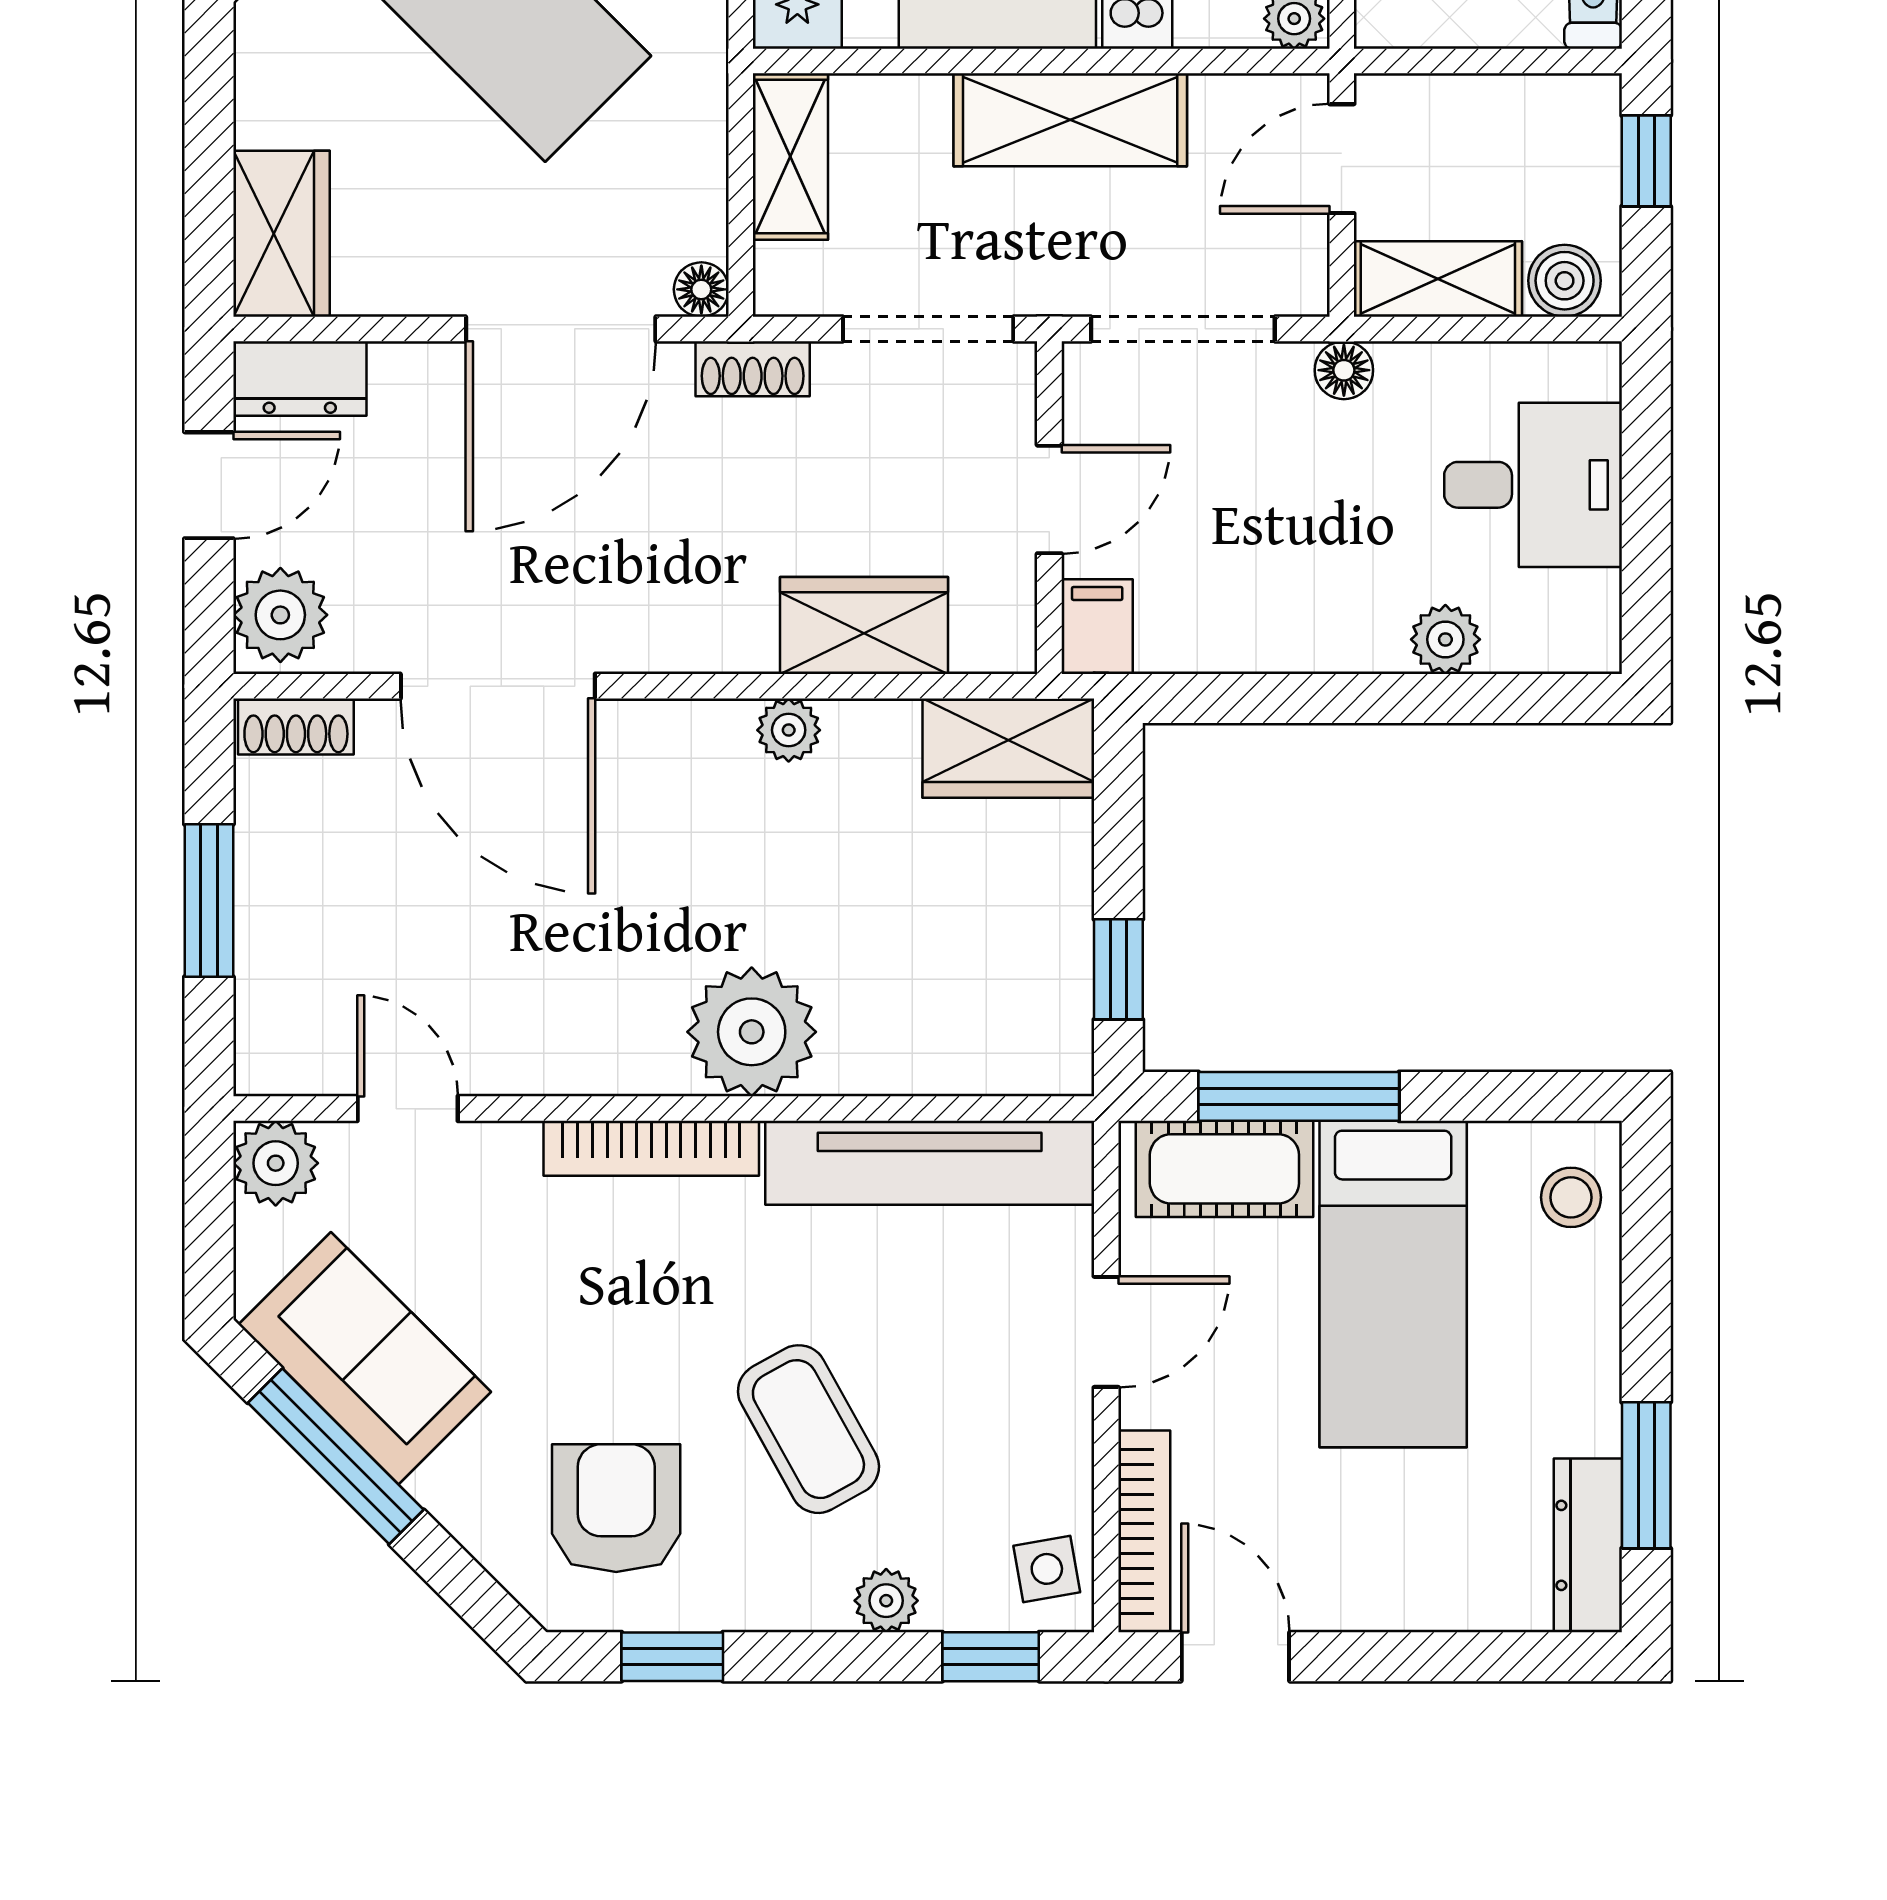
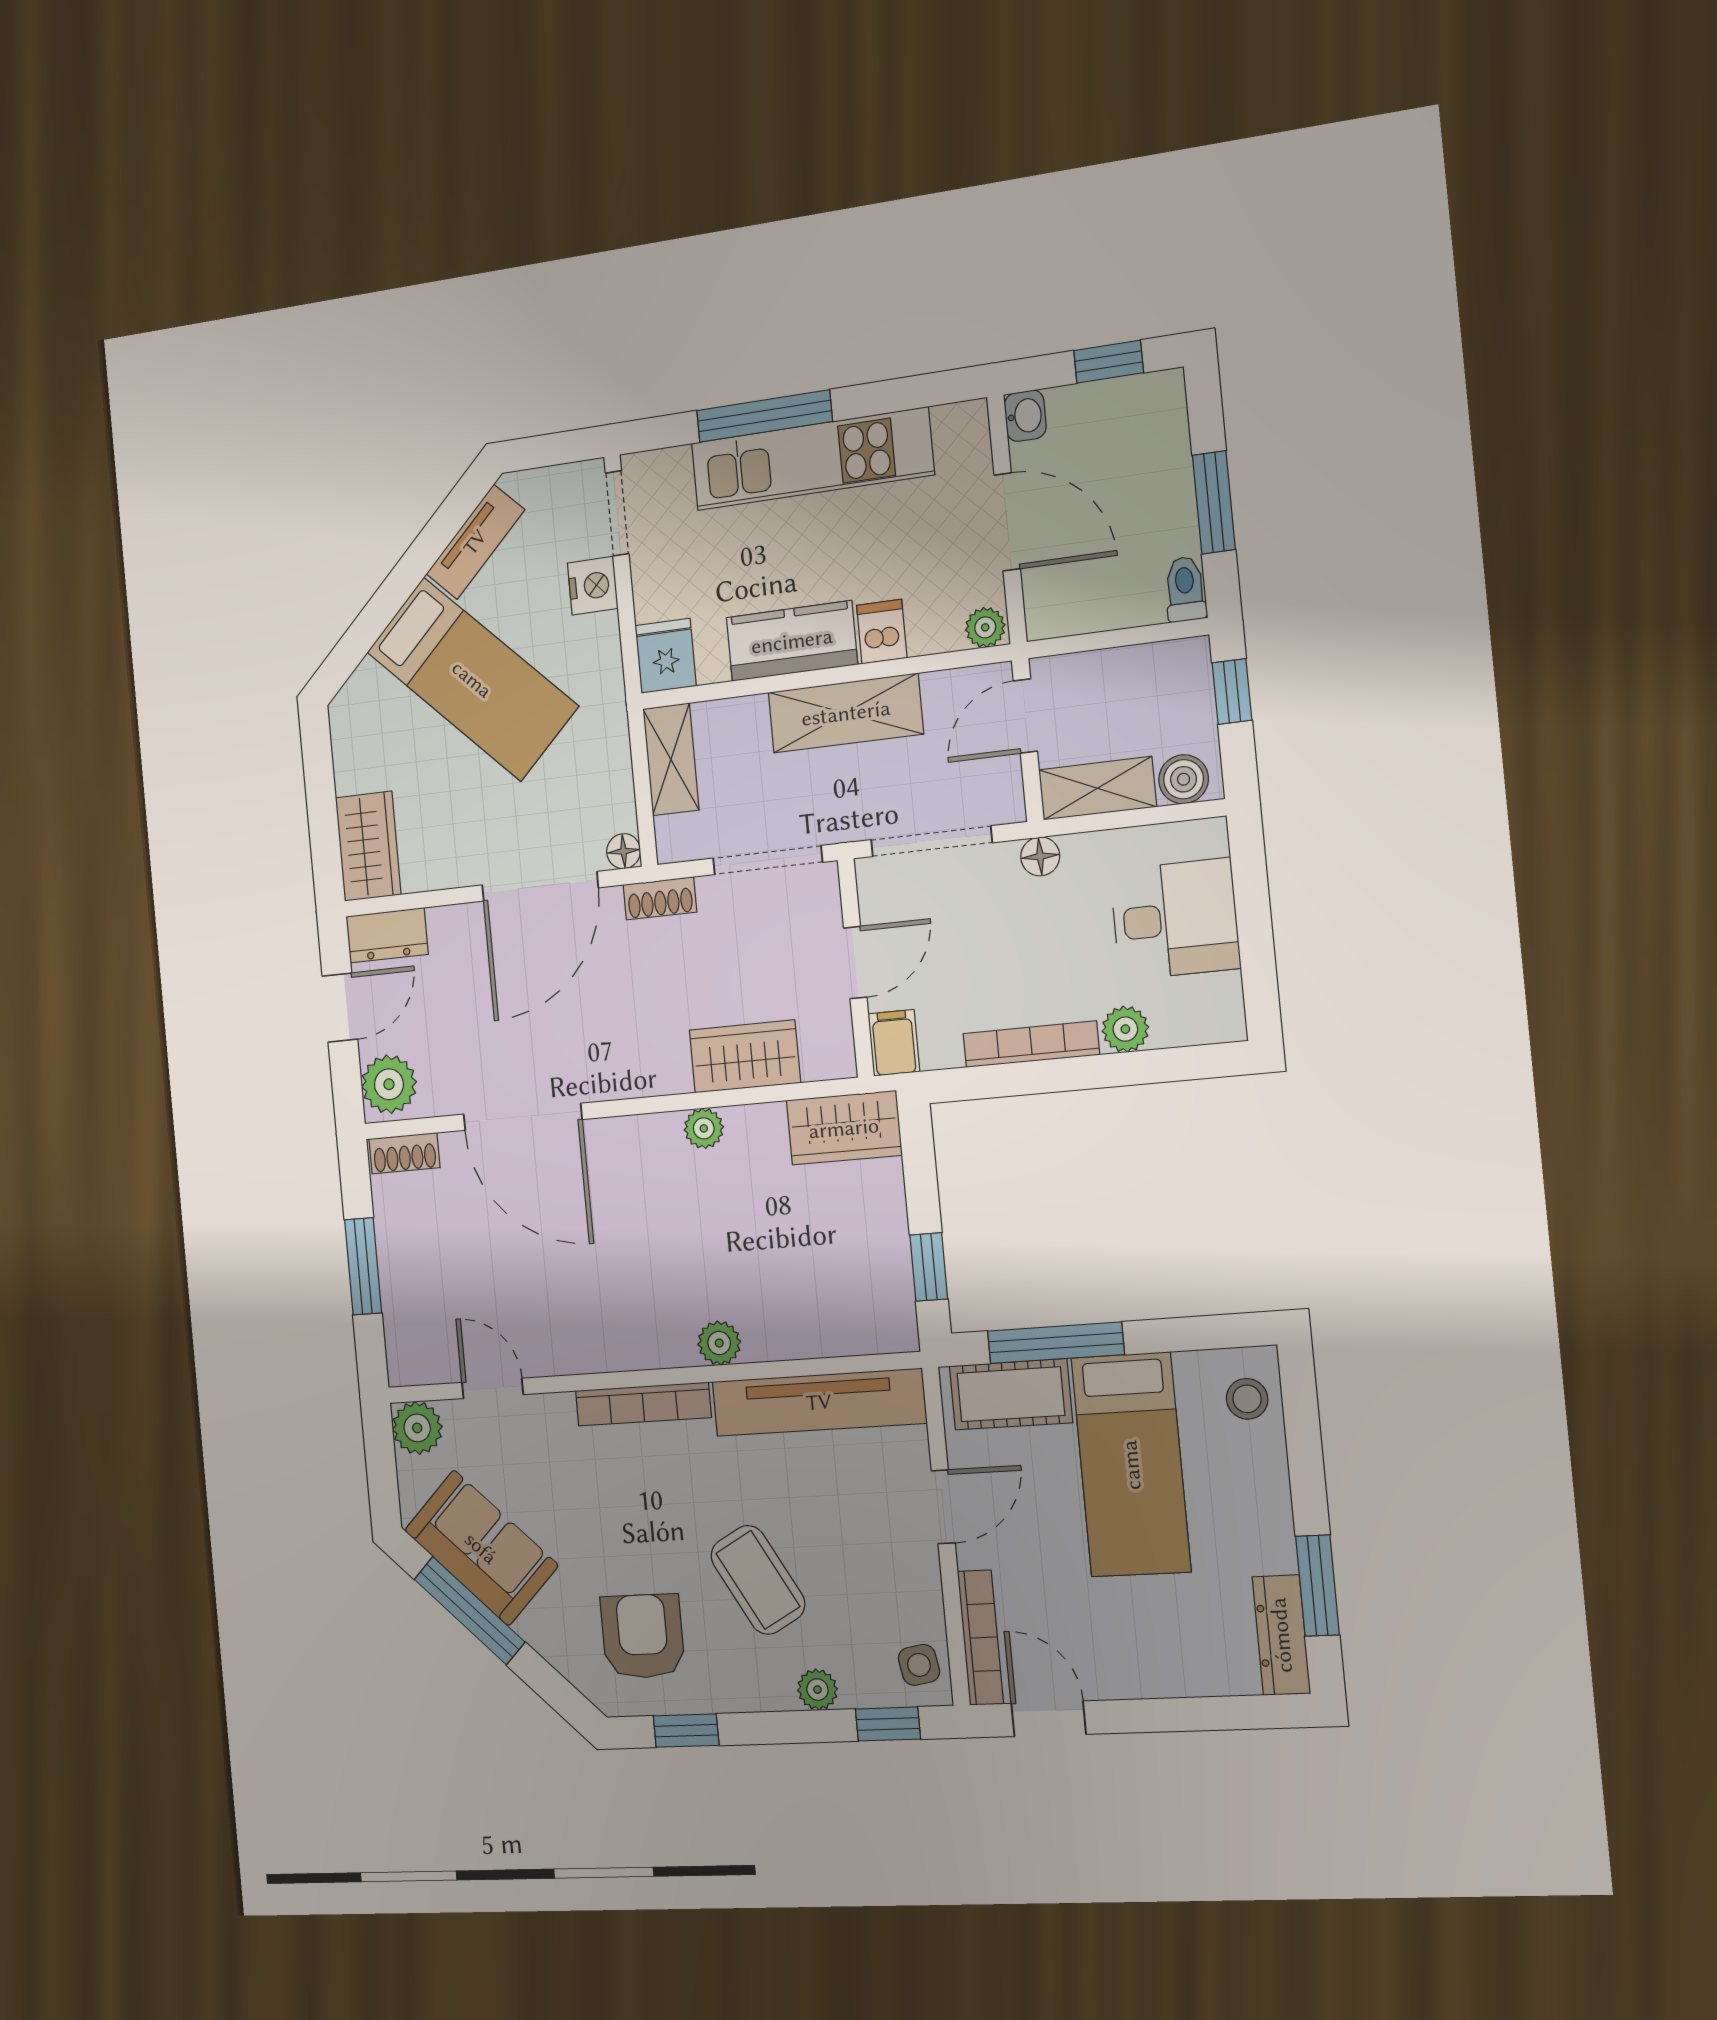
bookcase: (1304, 648) -> (1031, 1044), added
plant: (752, 1032) -> (719, 1343), width x0.53, depth x0.53

